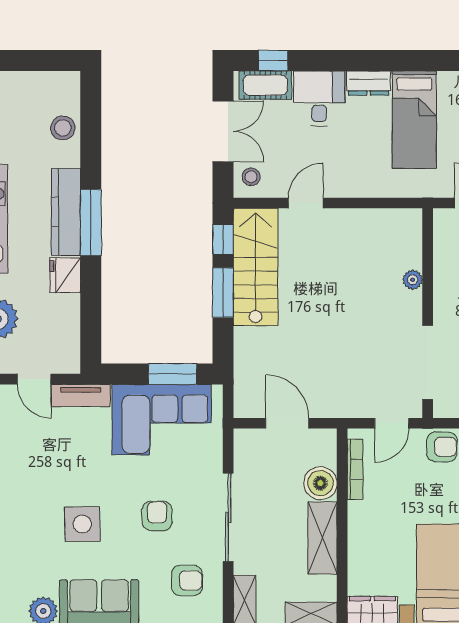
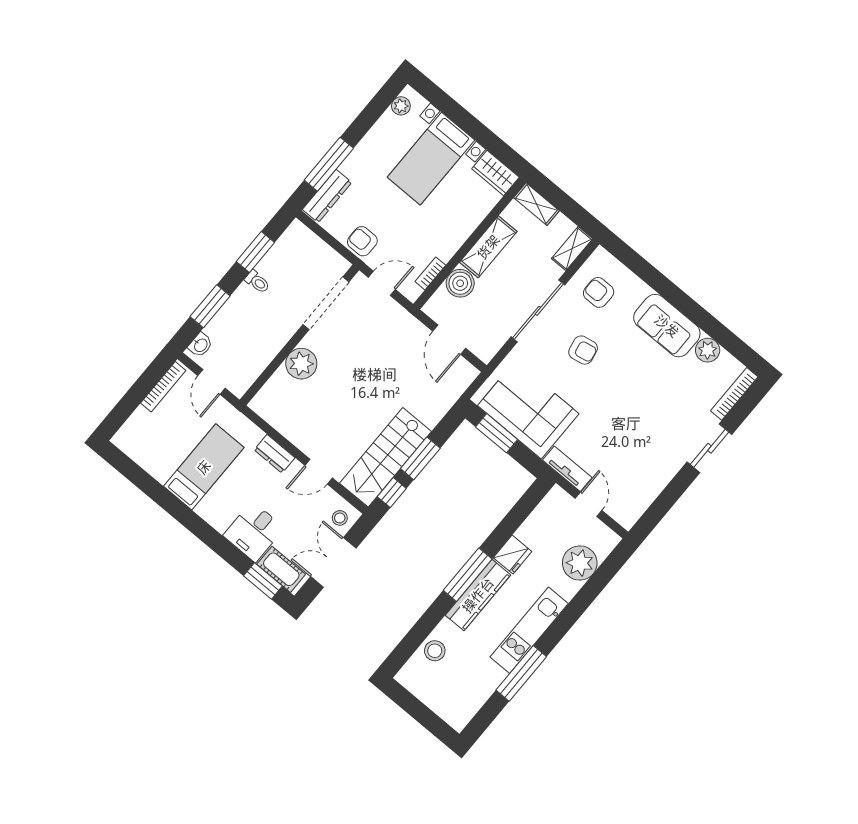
window: (273, 60) -> (263, 581), width x1.50
dresser: (369, 83) -> (275, 454), moved, turned 180
plant: (413, 280) -> (301, 364), width x1.88, depth x1.88
bookcase: (355, 469) -> (430, 273), width x0.64
armchair: (157, 516) -> (583, 350), turned -101
side table: (82, 524) -> (636, 385), removed

